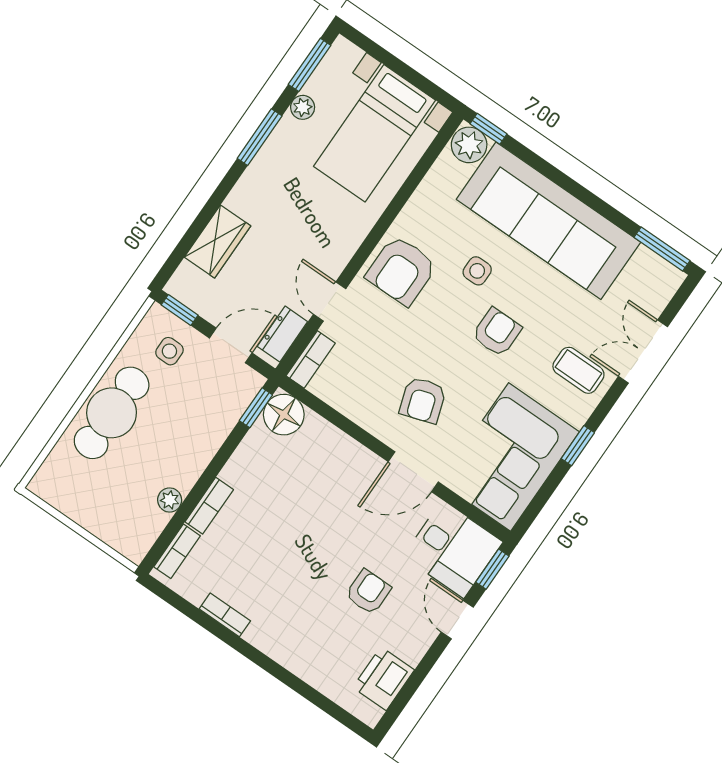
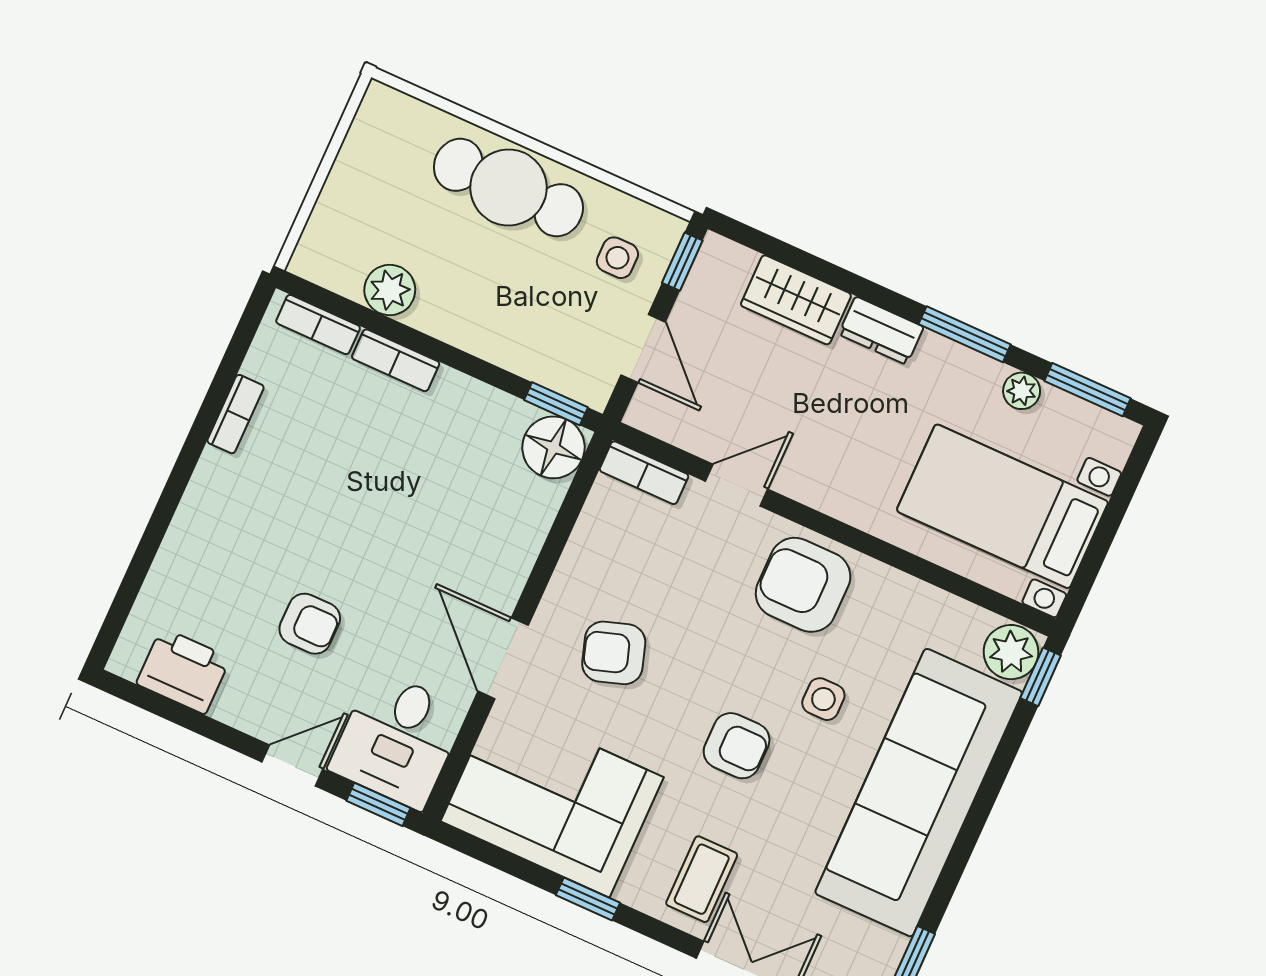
dresser: (282, 334) -> (881, 331), moved, turned 180
plant: (170, 500) -> (390, 290), width x1.38, depth x1.38

